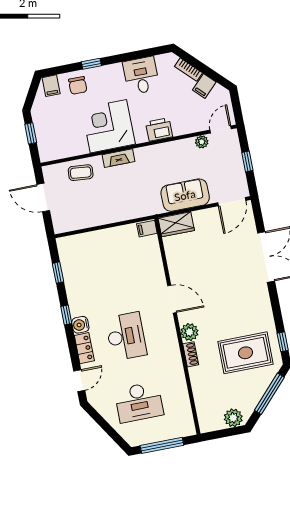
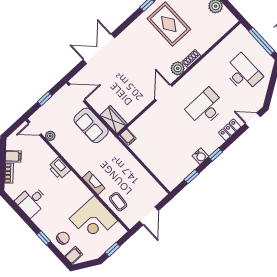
corner desk: (108, 126) -> (93, 220), moved
water cooler: (80, 325) -> (200, 156), moved

